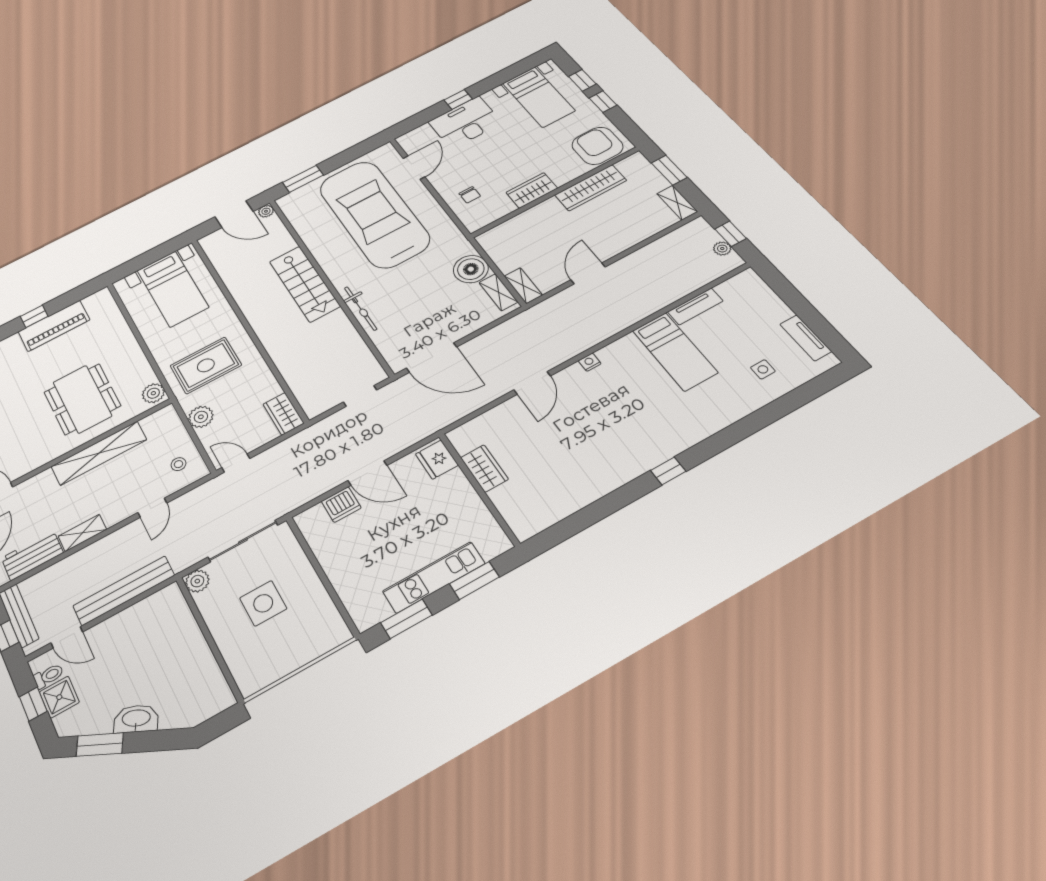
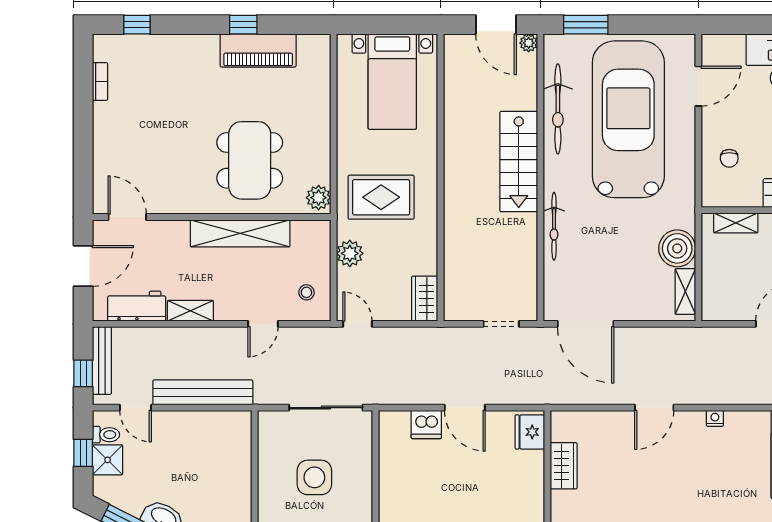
bicycle: (314, 237) -> (558, 109), added
shelving: (523, 286) -> (736, 223), moved, turned 90
plant: (197, 581) -> (269, 422), removed

